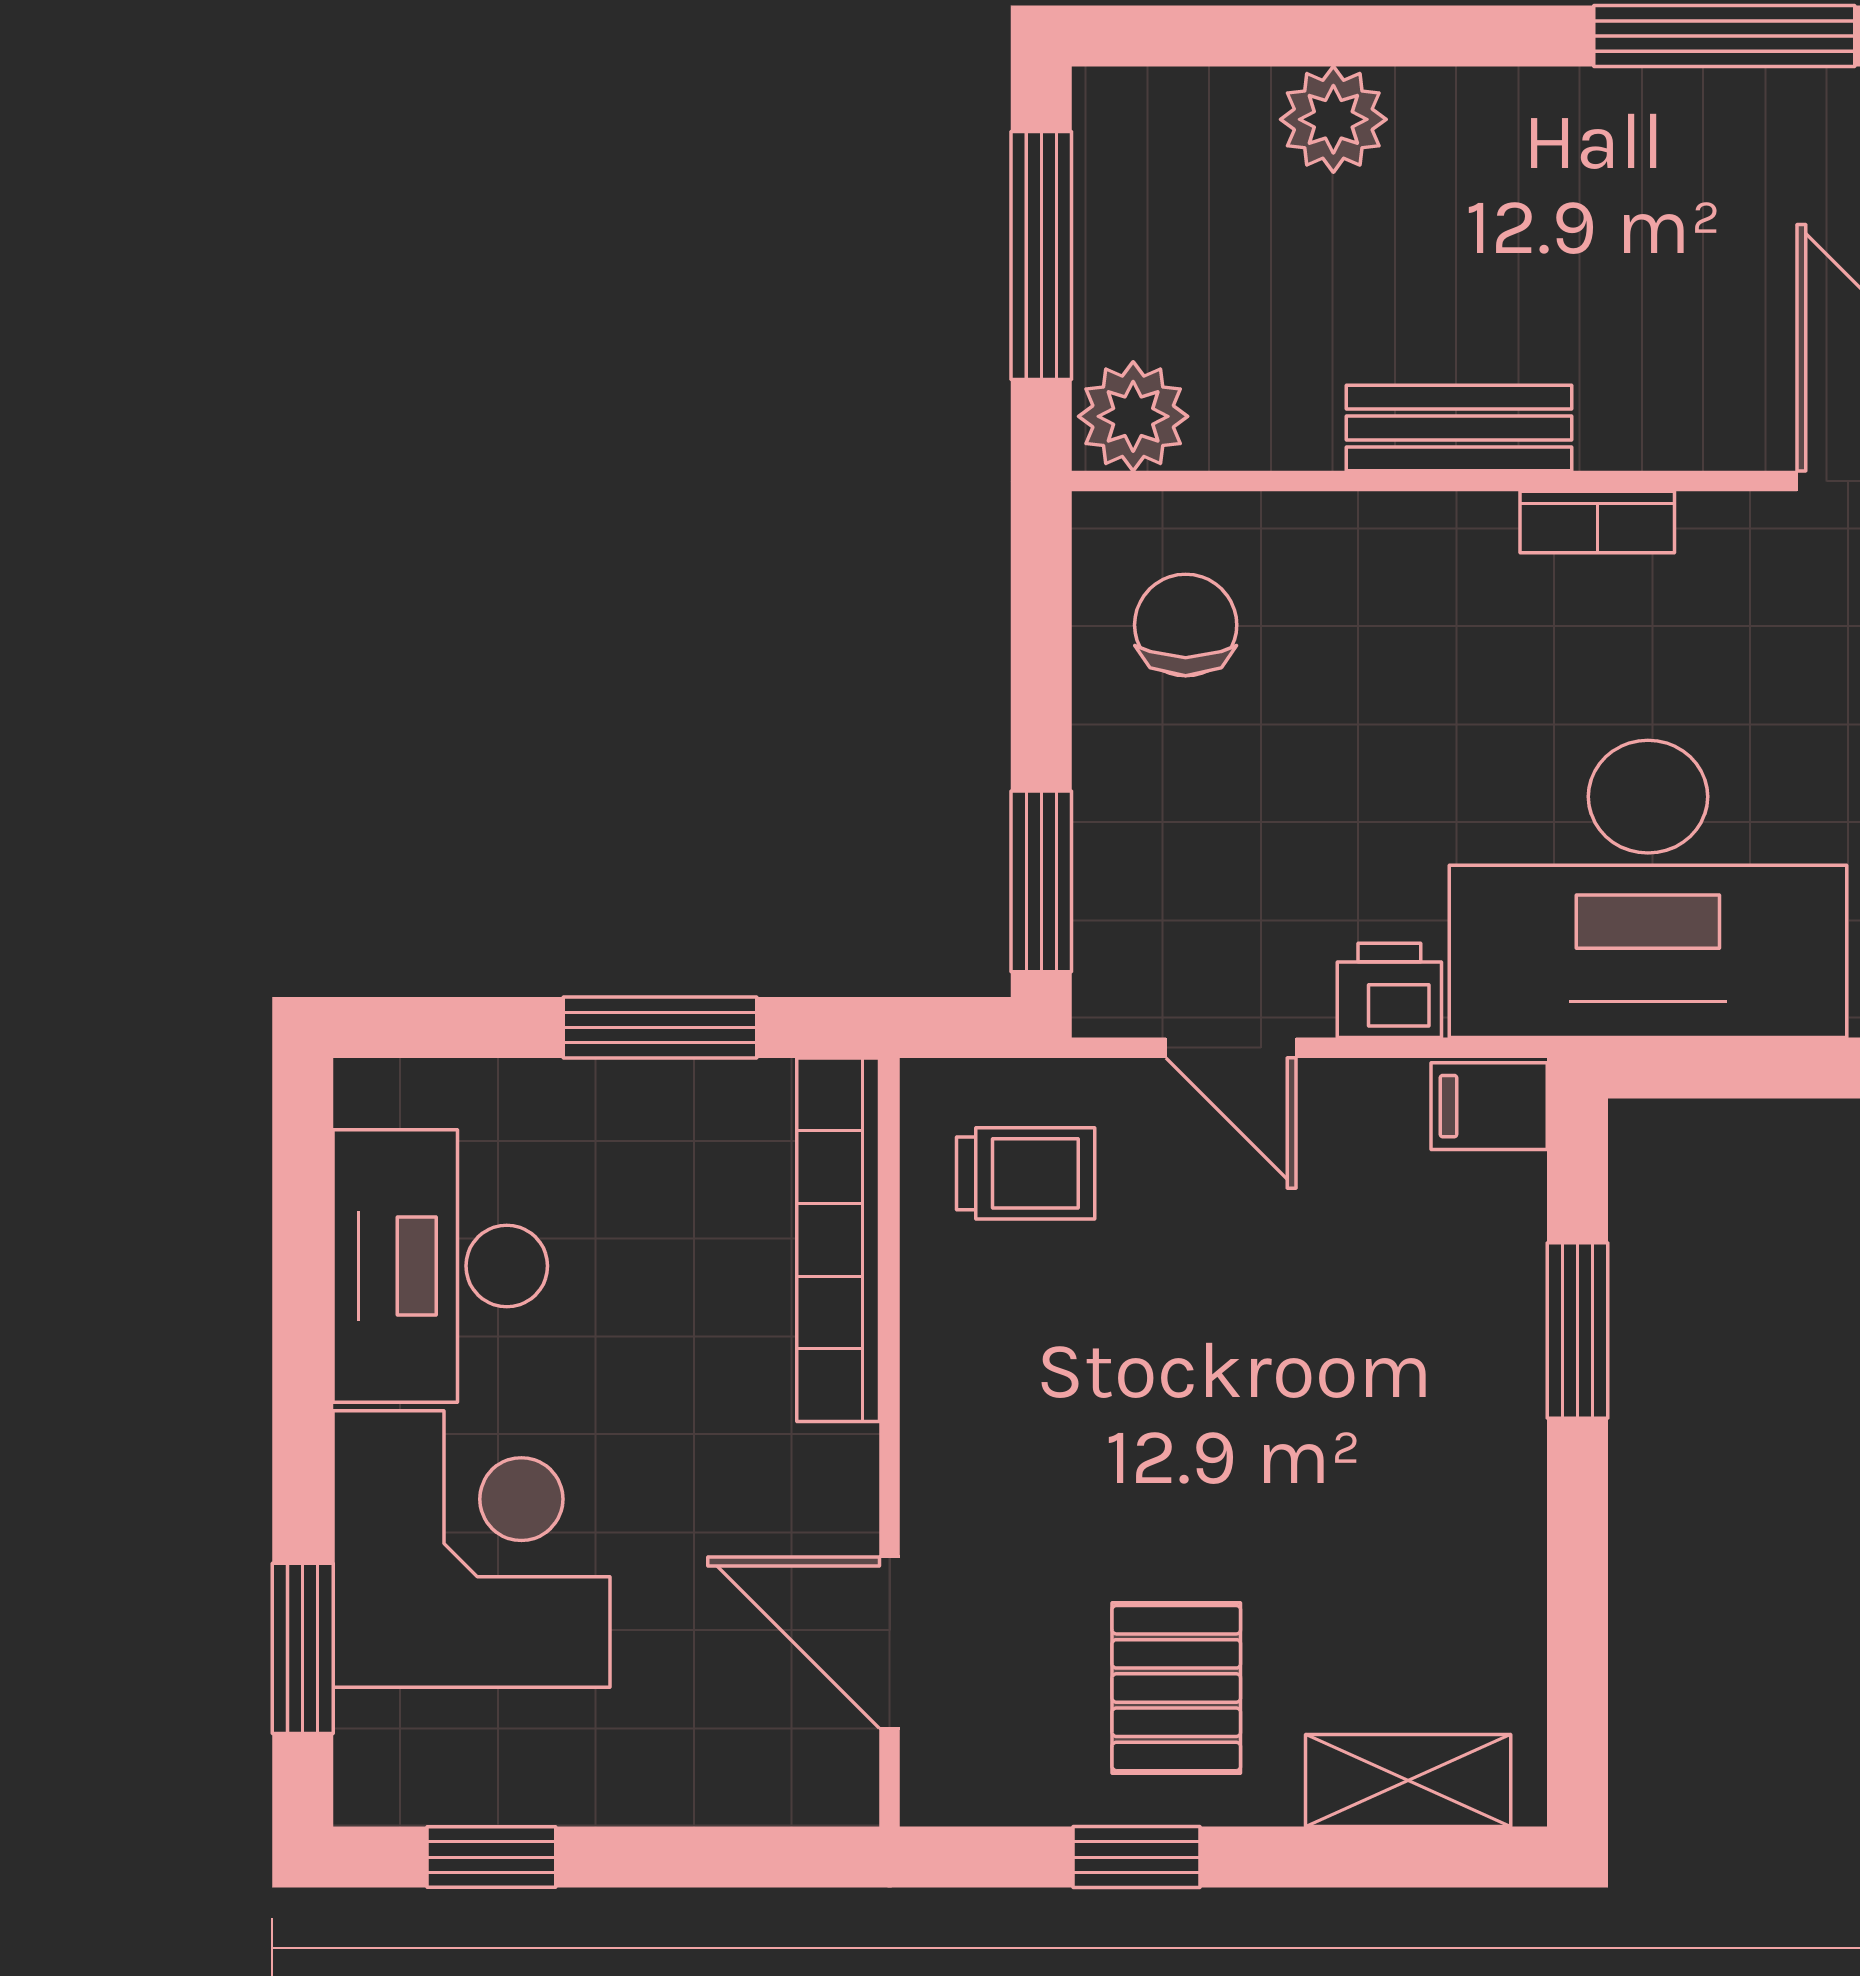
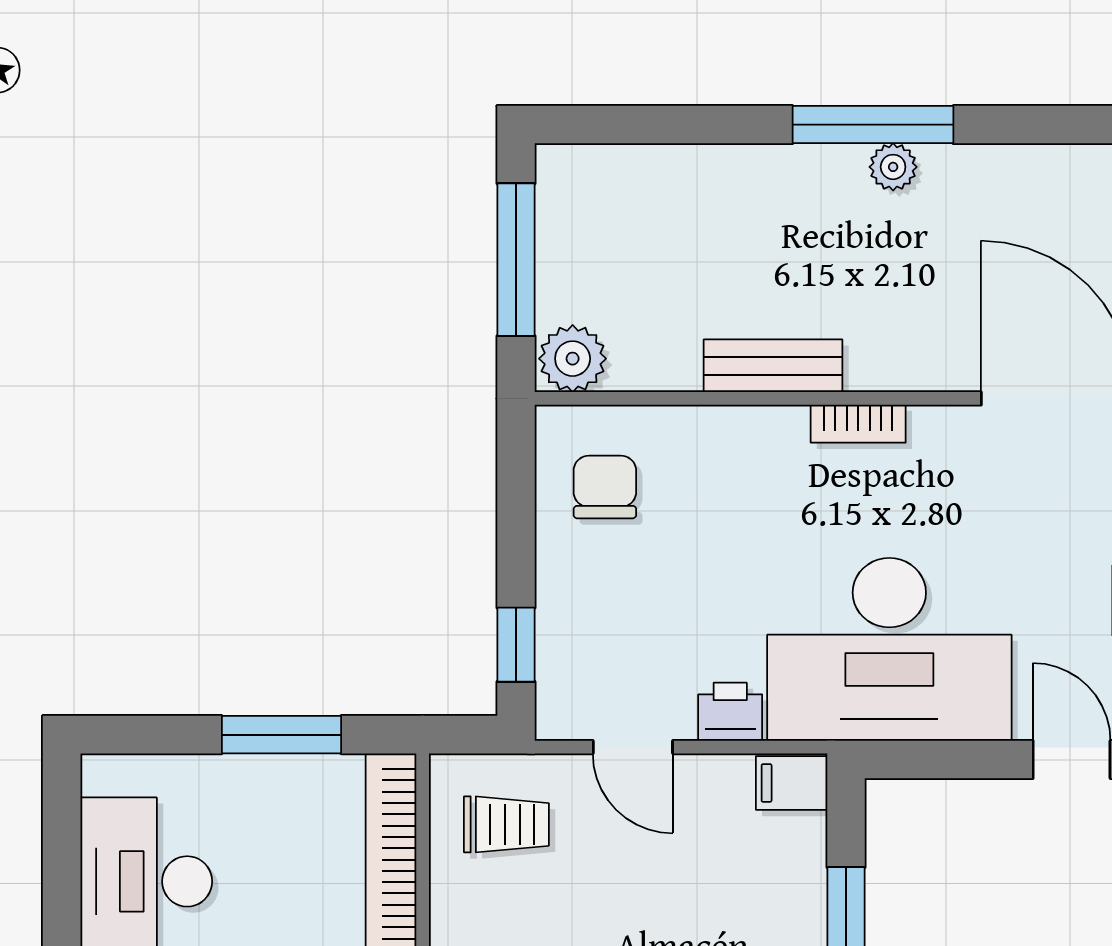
window: (1724, 36) -> (873, 125), moved
plant: (1333, 119) -> (893, 167), moved, width x0.73, depth x0.73
window: (1041, 881) -> (516, 645), width x0.67

